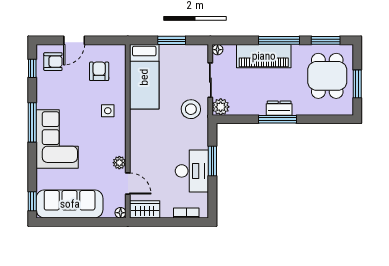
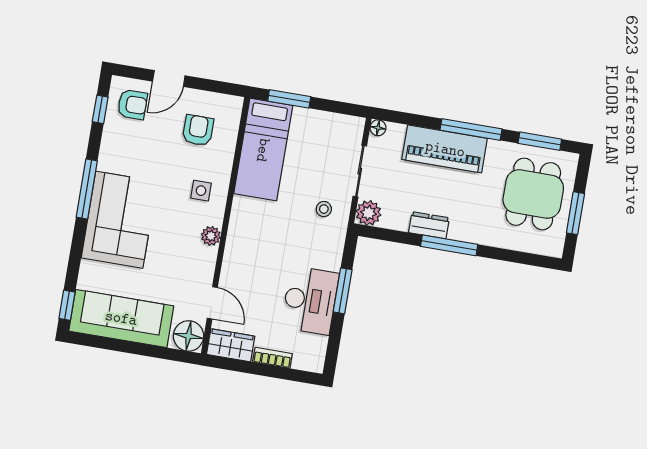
window: (172, 40) -> (289, 99), moved
dresser: (279, 108) -> (429, 225), moved
stool: (191, 109) -> (324, 209), width x0.53, depth x0.53
plant: (119, 163) -> (211, 236), moved
floor lamp: (121, 213) -> (189, 336), width x1.89, depth x1.89
bookcase: (186, 213) -> (272, 358), moved

